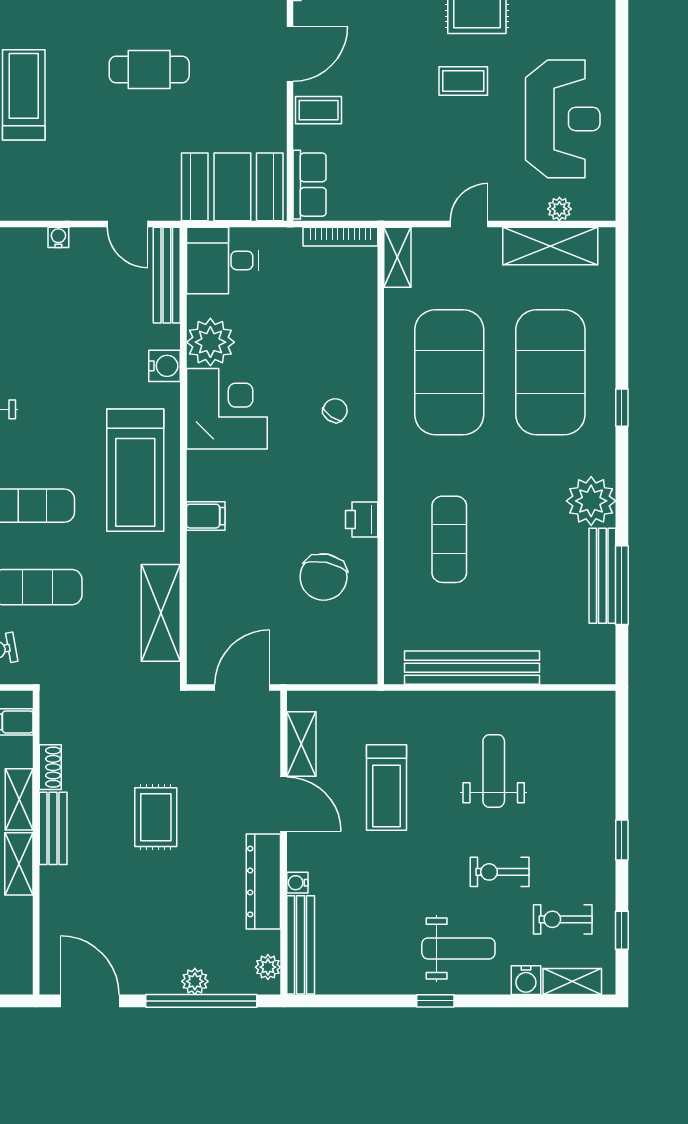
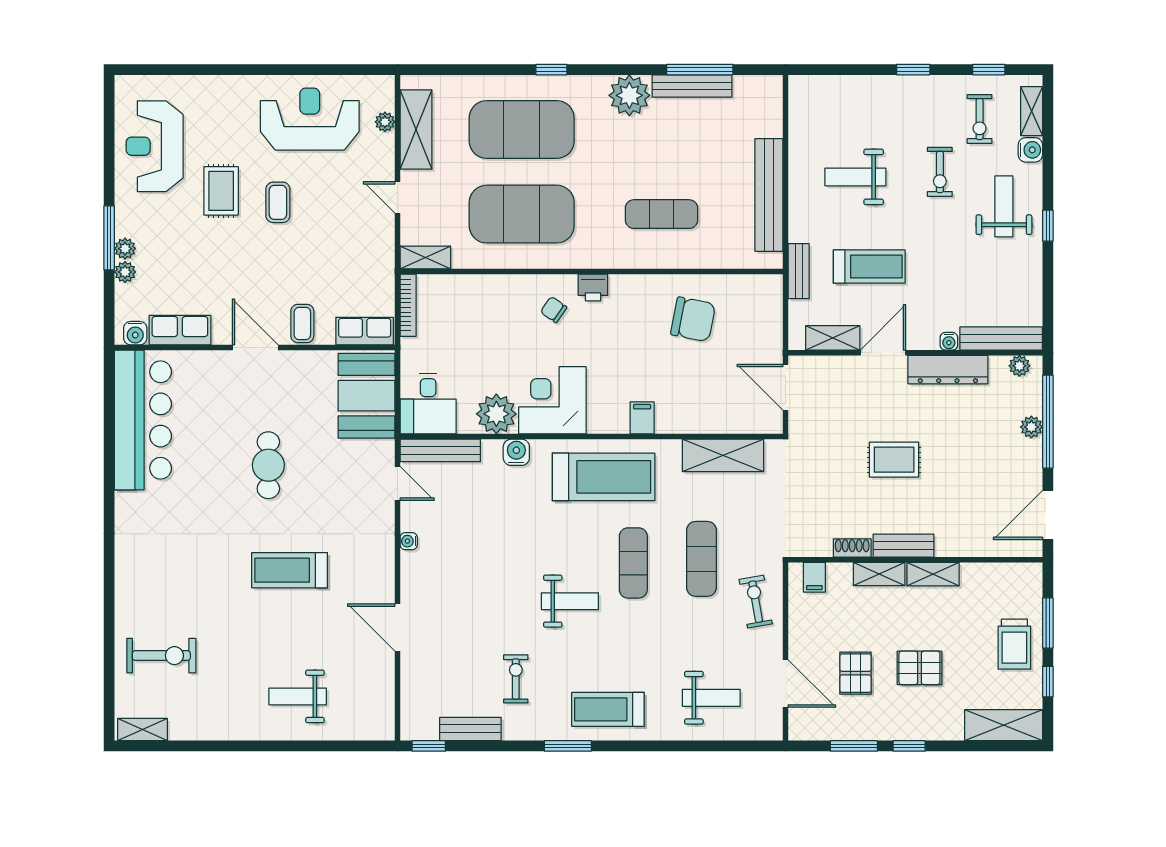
door: (128, 224) -> (398, 483), hinge flipped
printer: (362, 520) -> (593, 287), moved
bench: (381, 703) -> (799, 271), added

